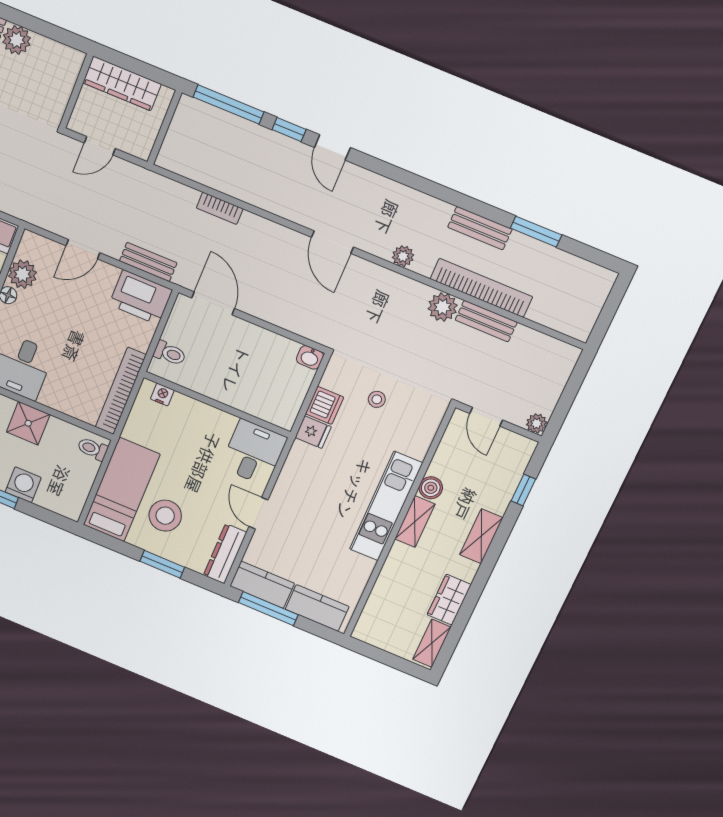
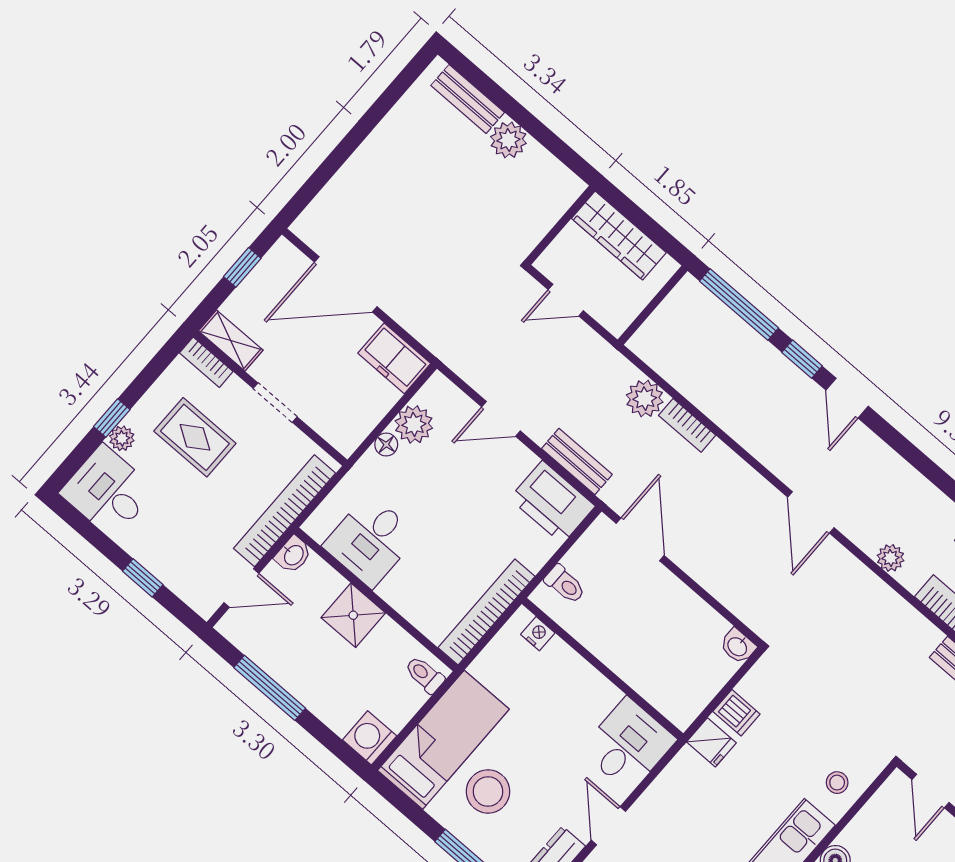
plant: (443, 307) -> (645, 399), moved
stool: (377, 399) -> (837, 783), moved
dishwasher: (325, 405) -> (736, 713), width x0.73
washing machine: (23, 485) -> (370, 738), moved, turned -90

